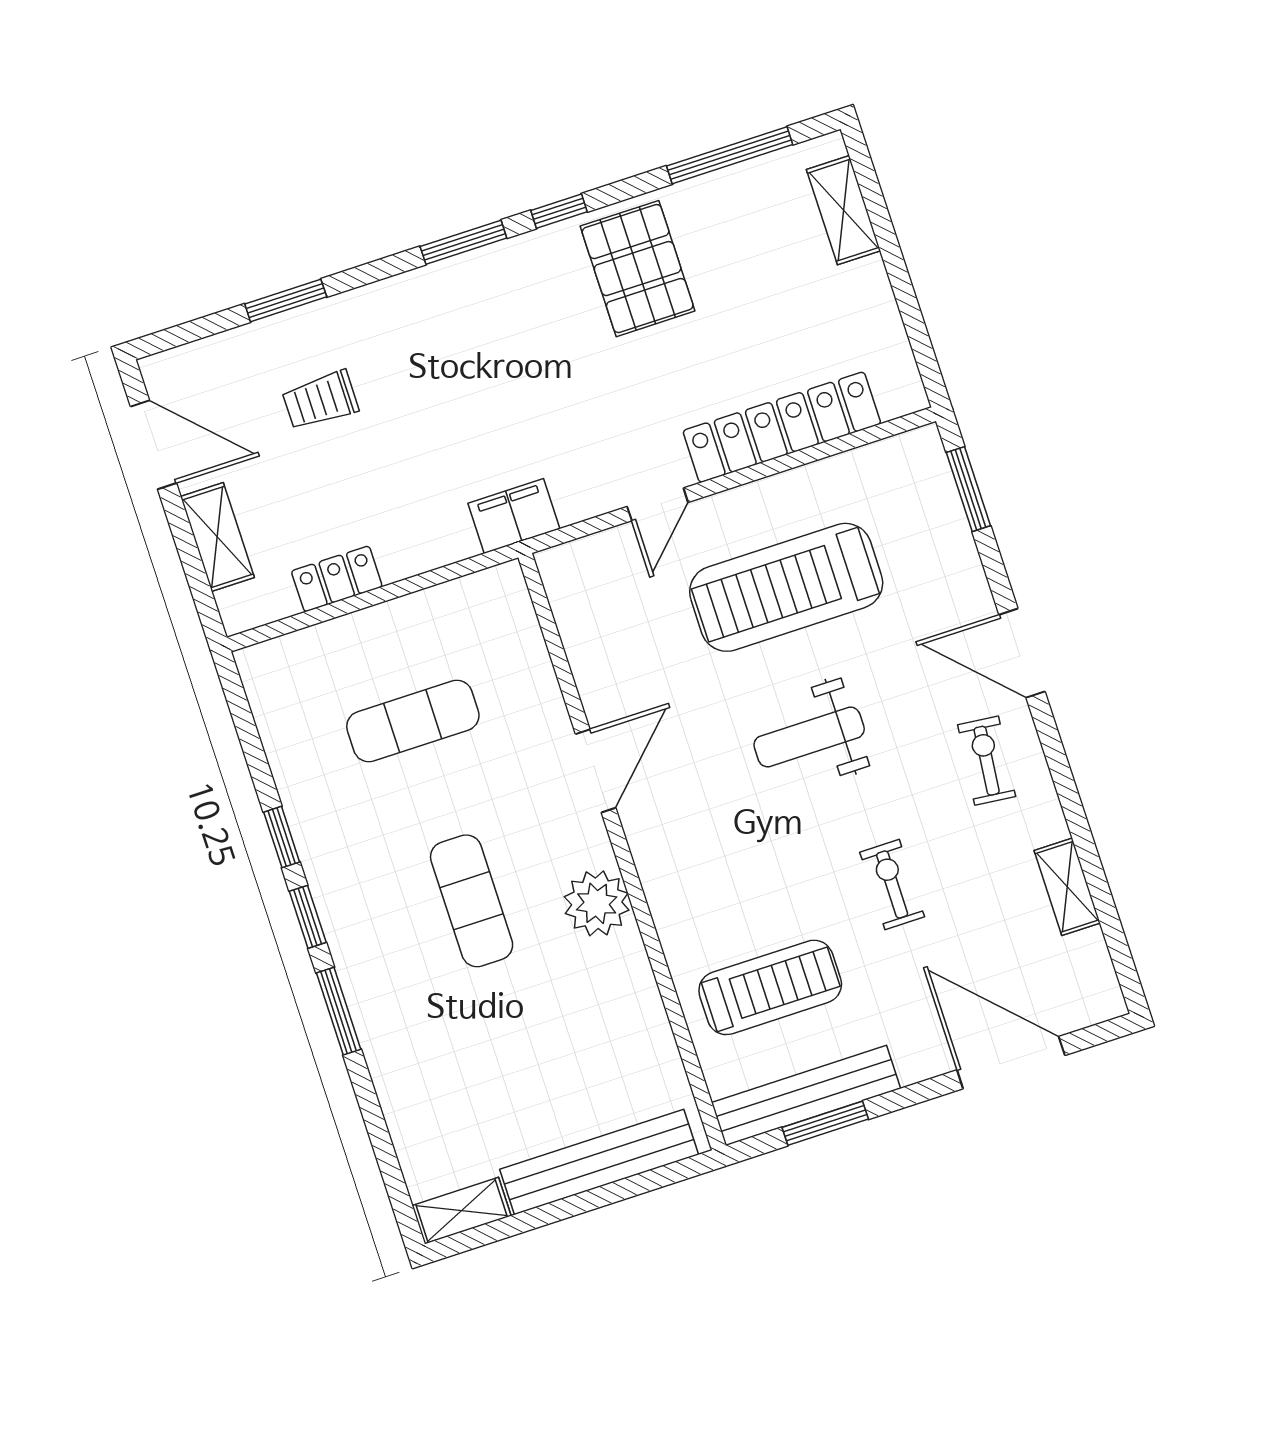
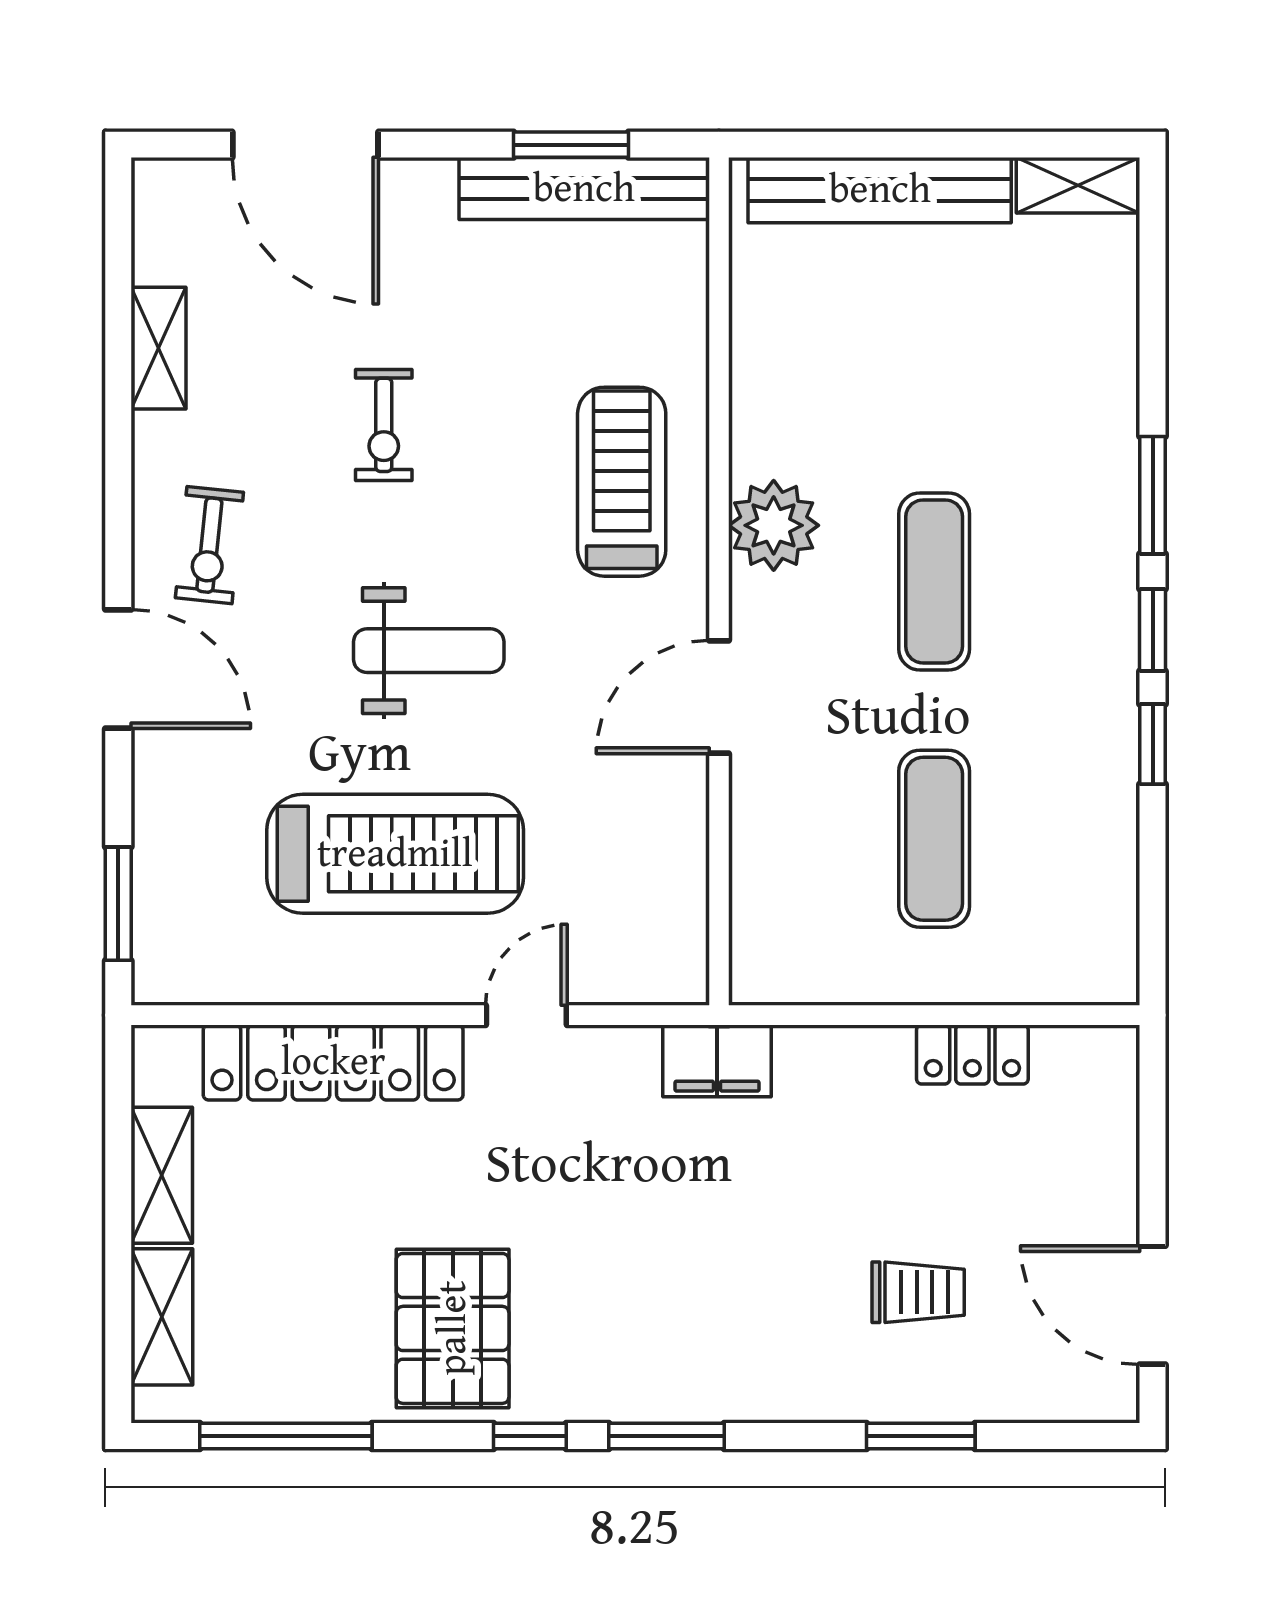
shelving: (217, 537) -> (162, 1175), moved
exercise mat: (413, 721) -> (934, 839), turned 90
treadmill: (770, 987) -> (622, 482), moved, turned 90

